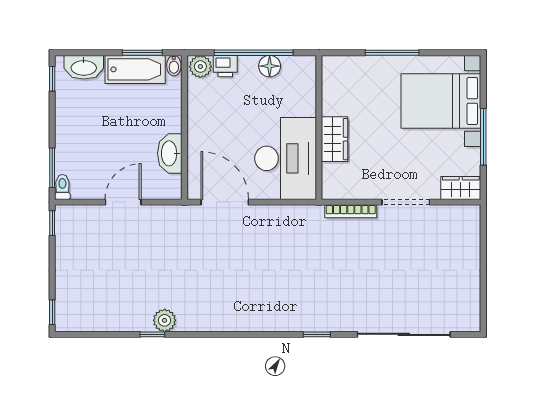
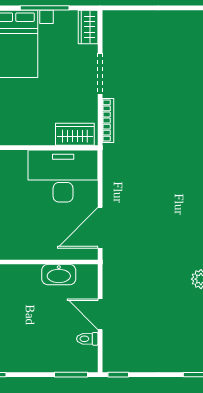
wardrobe: (335, 139) -> (75, 134), moved
toilet: (62, 187) -> (87, 339), moved

